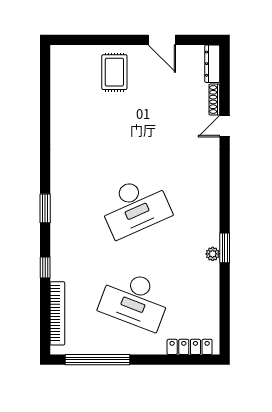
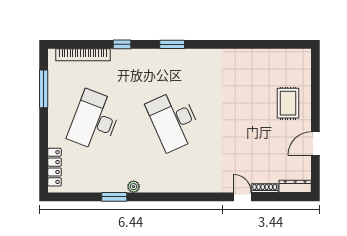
rug: (114, 72) -> (288, 103), turned 90
window: (225, 248) -> (114, 197), moved
window: (98, 360) -> (44, 89), width x0.68

